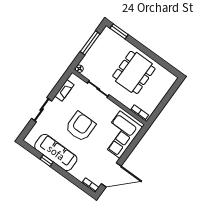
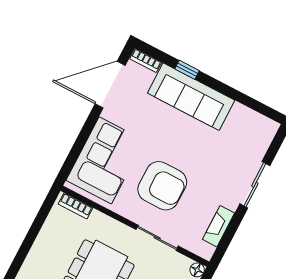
armchair: (81, 127) -> (162, 186), moved, turned -90
sofa: (56, 153) -> (191, 97), moved
window: (47, 161) -> (187, 70), moved

